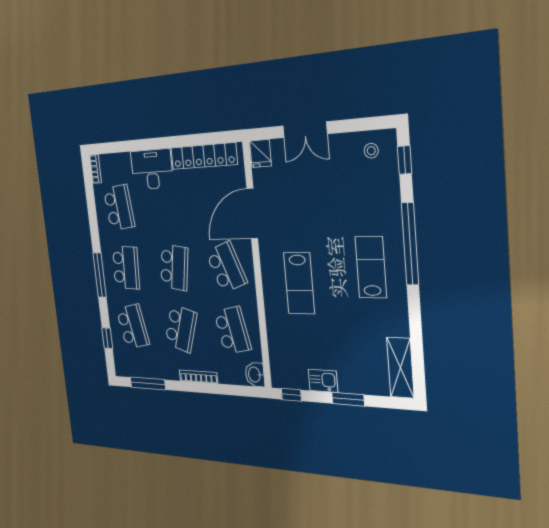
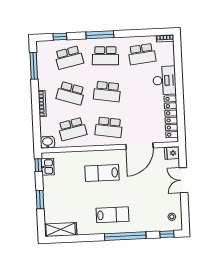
door: (252, 214) -> (139, 146), swing flipped
school desk: (226, 267) -> (109, 127), turned 30
kitchen sink: (323, 381) -> (48, 167), moved

